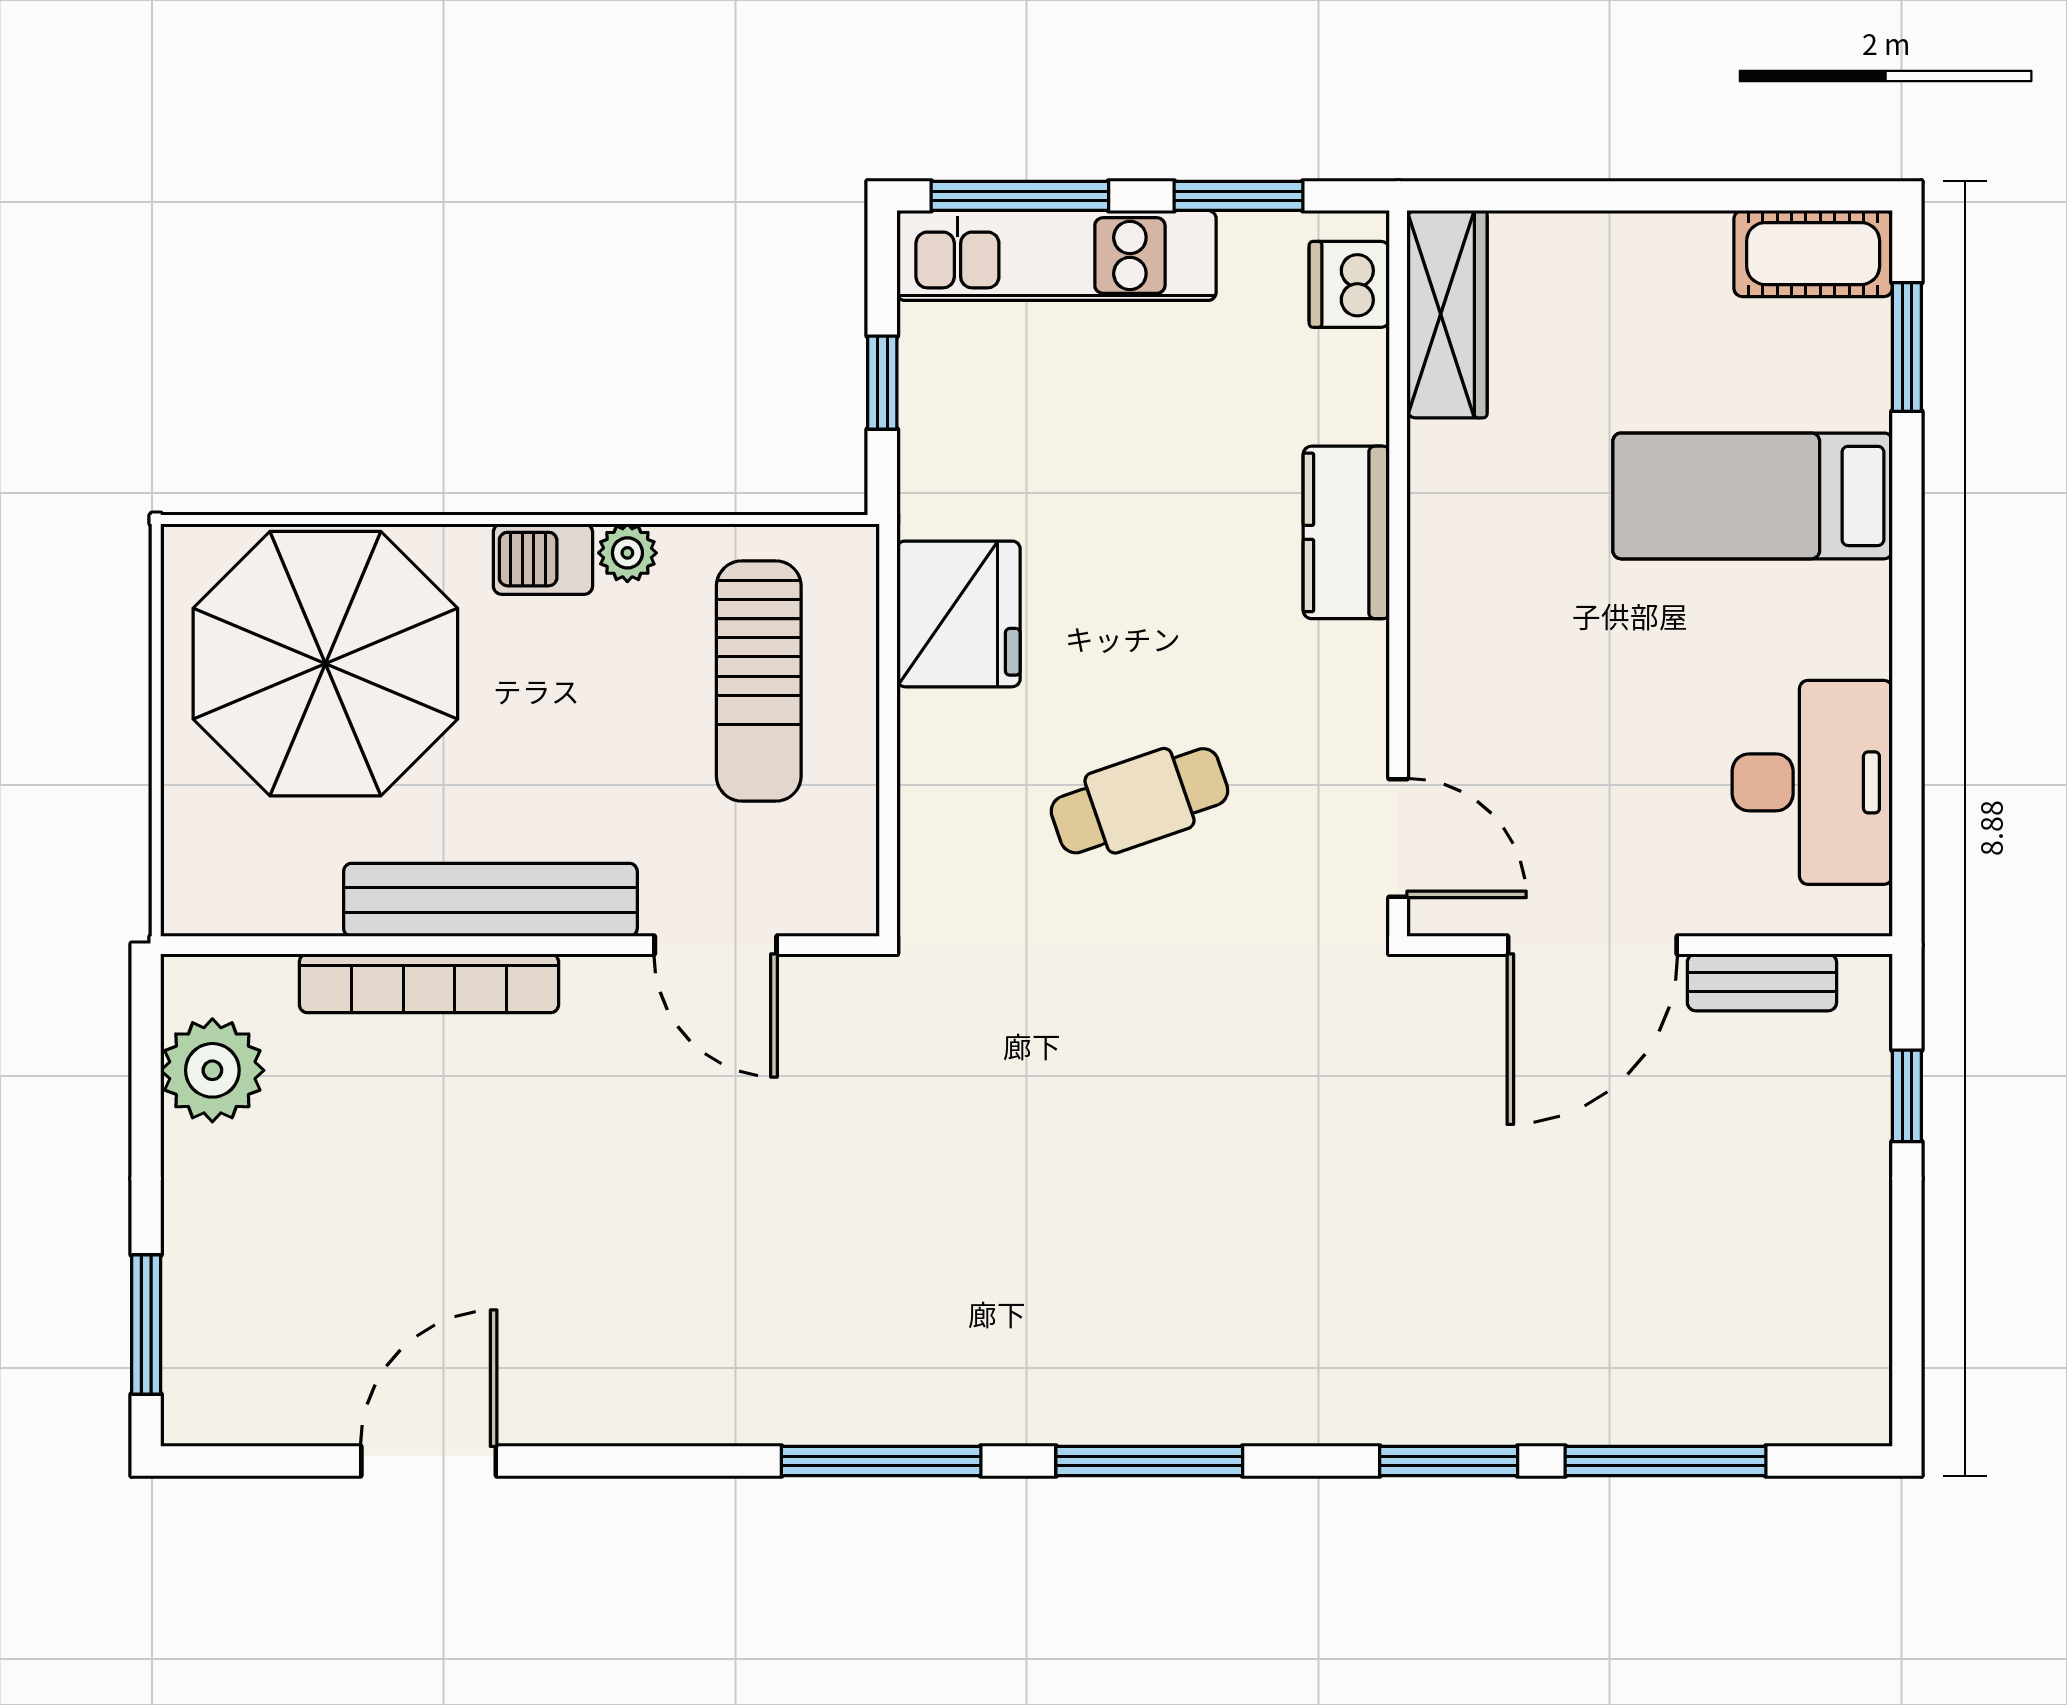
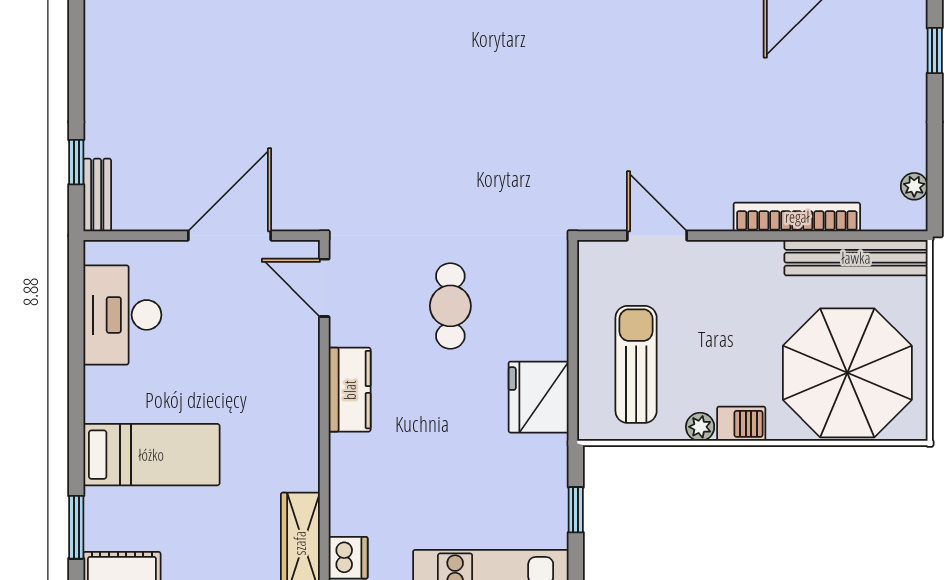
kitchen counter: (1346, 532) -> (350, 390), moved
cafe table: (1139, 801) -> (450, 306), turned -71
bench: (490, 900) -> (856, 258), moved
bench: (1762, 982) -> (97, 195), moved, turned 90
plant: (212, 1070) -> (914, 186), width x0.53, depth x0.53
window: (146, 1325) -> (935, 51), width x0.67

